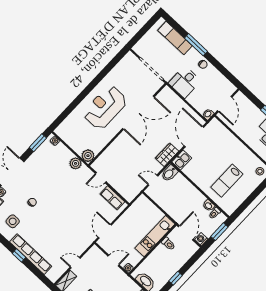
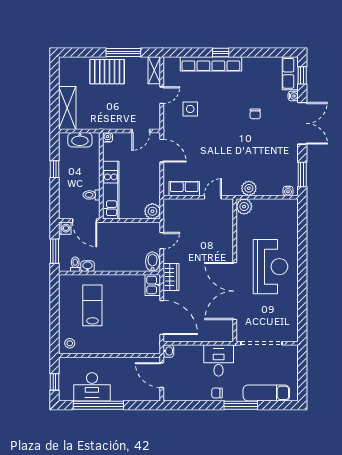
plant: (142, 202) -> (152, 211), added
side table: (13, 221) -> (190, 109), moved
door: (114, 260) -> (141, 131), moved

